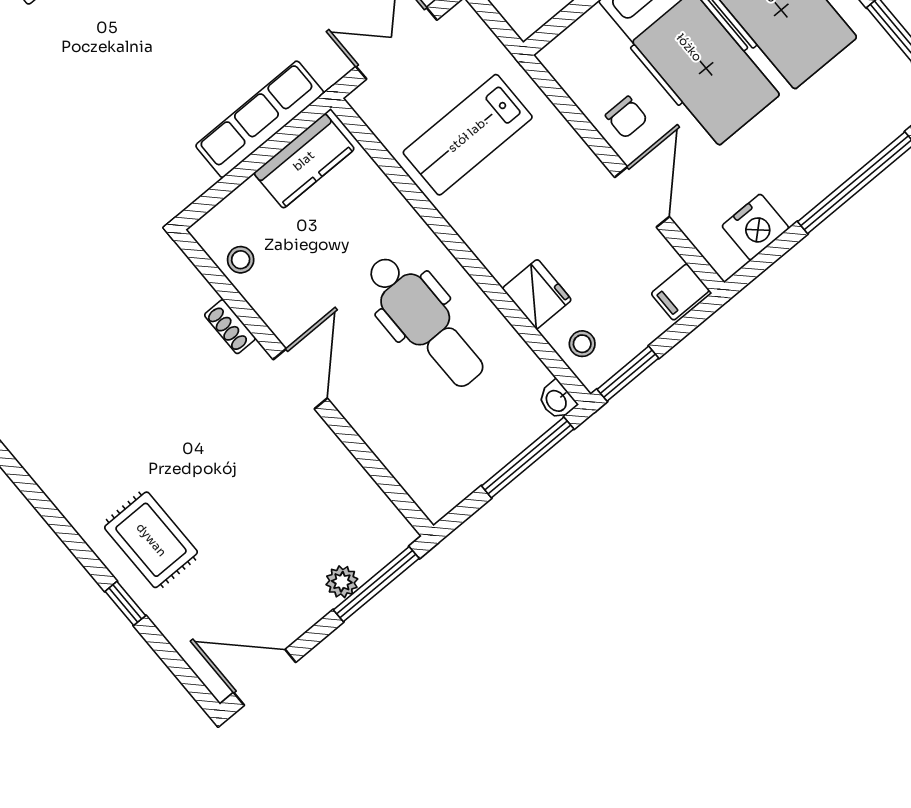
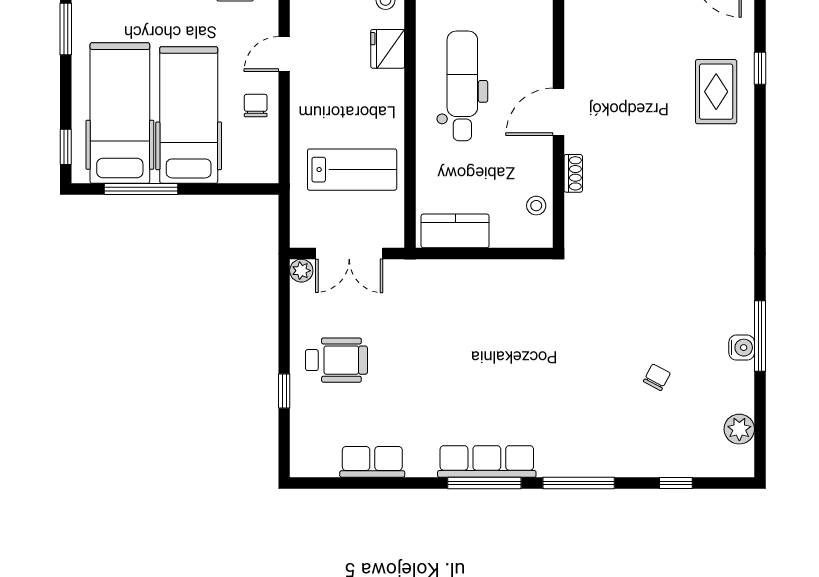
row of seats: (260, 119) -> (460, 275), removed
door: (642, 197) -> (284, 54), width x0.73

